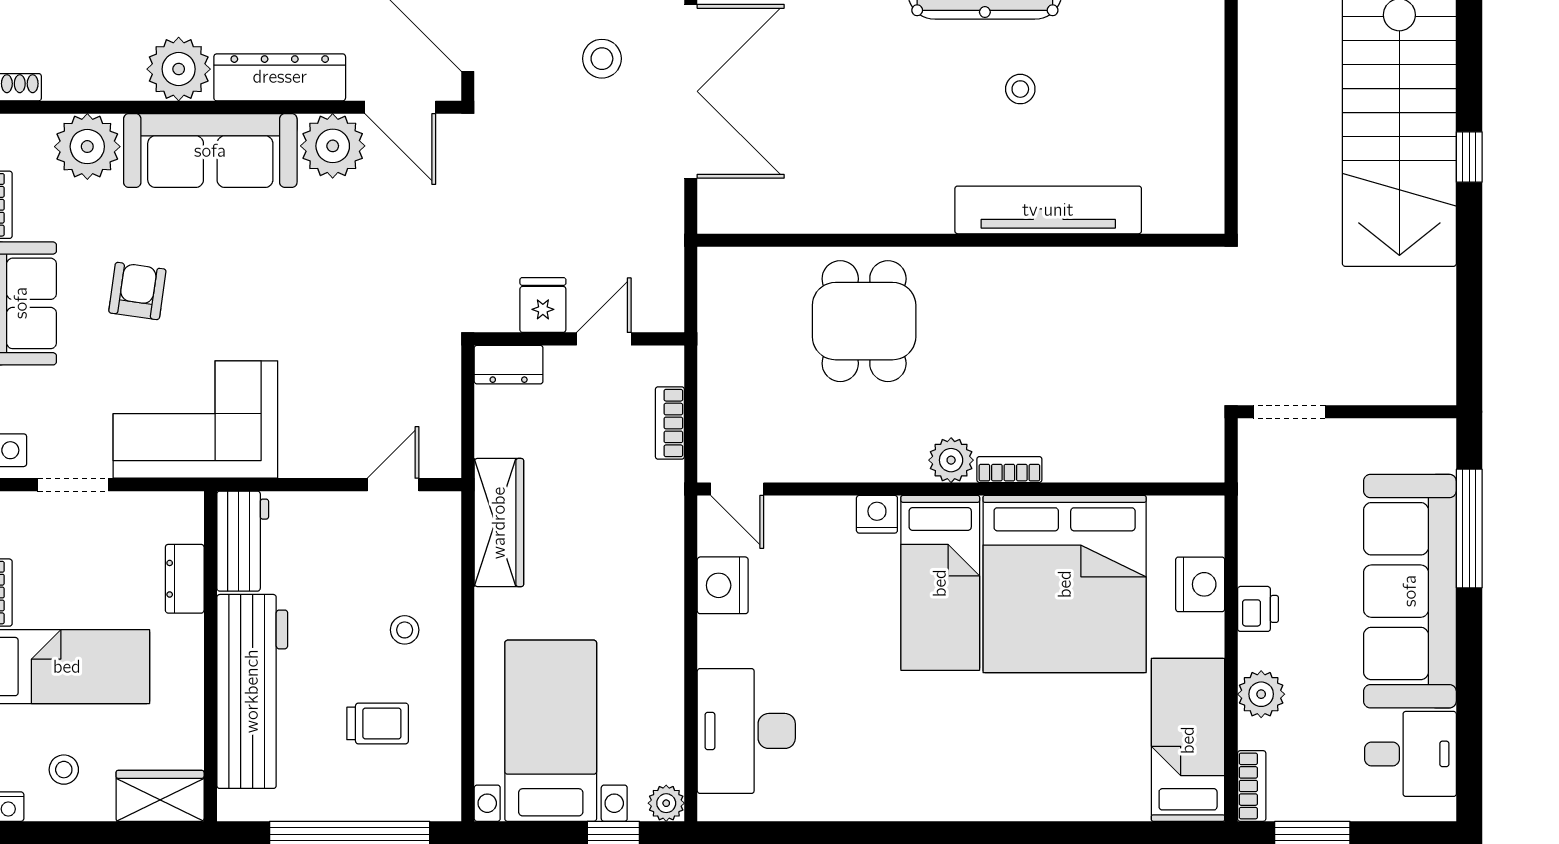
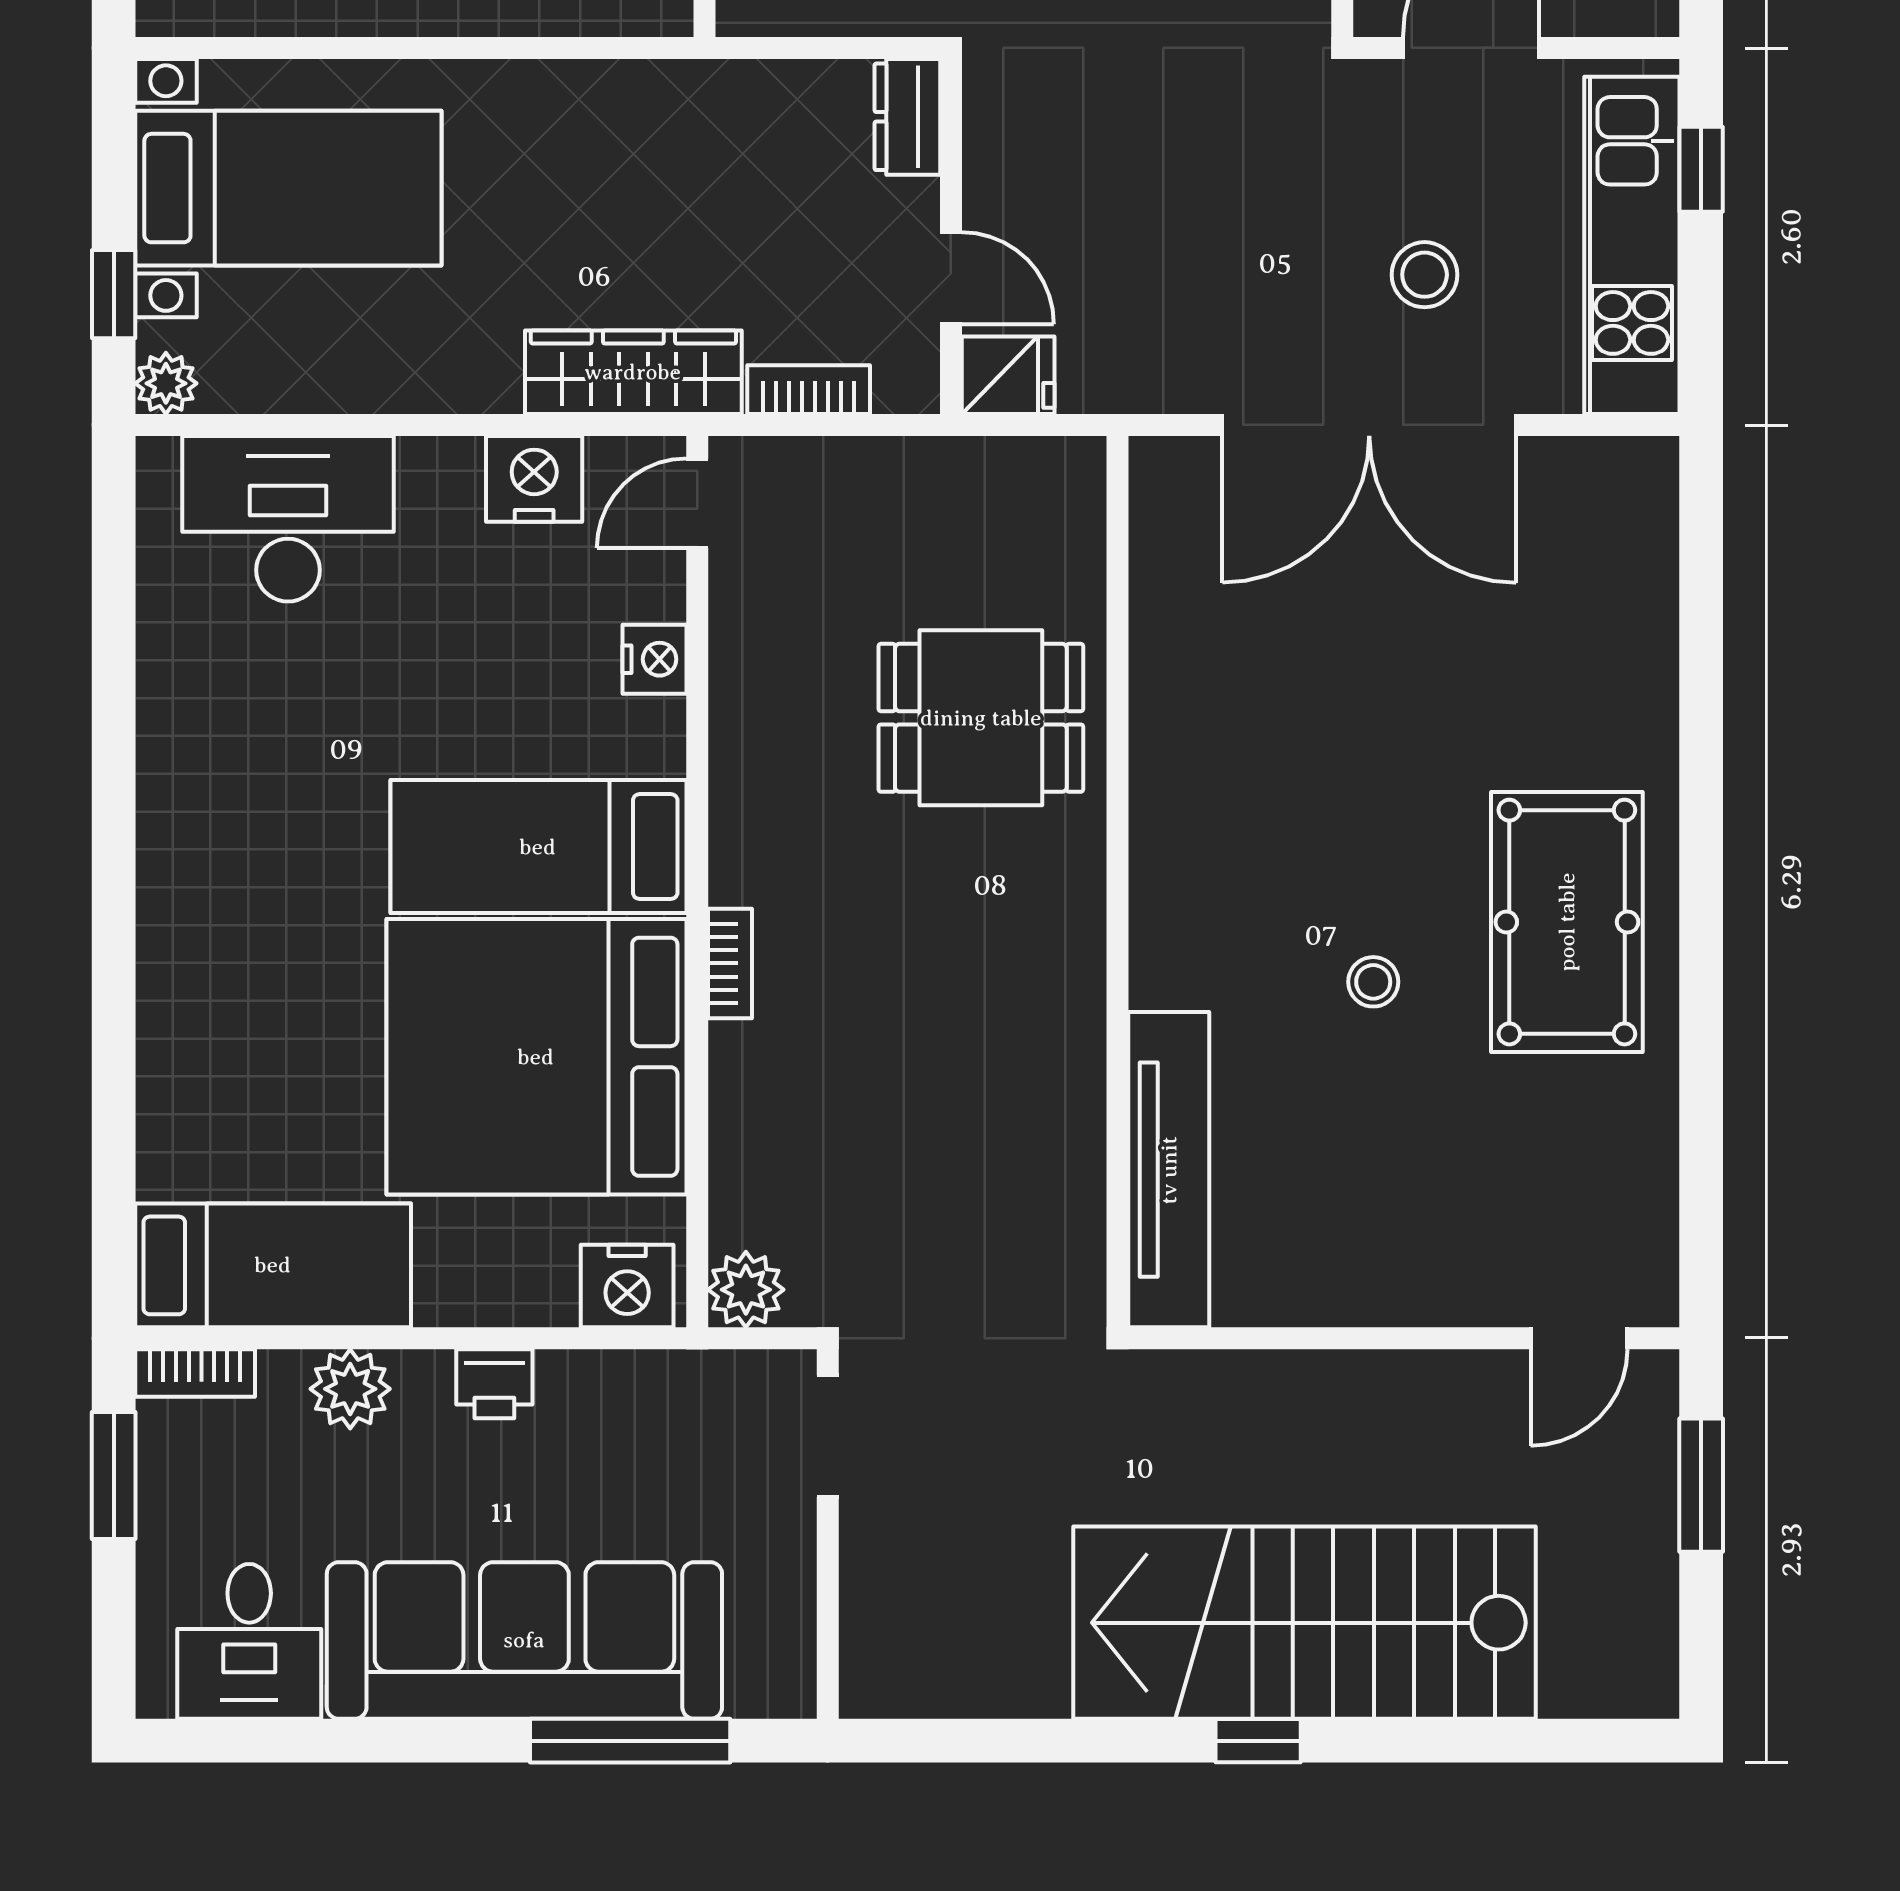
tv unit: (1048, 210) -> (1169, 1170), moved
fridge: (543, 305) -> (1008, 375), moved
plant: (951, 460) -> (746, 1290), moved
nightstand: (877, 514) -> (654, 659), moved
wardrobe: (499, 523) -> (633, 372), moved, turned 180
nightstand: (1200, 584) -> (627, 1286), moved

